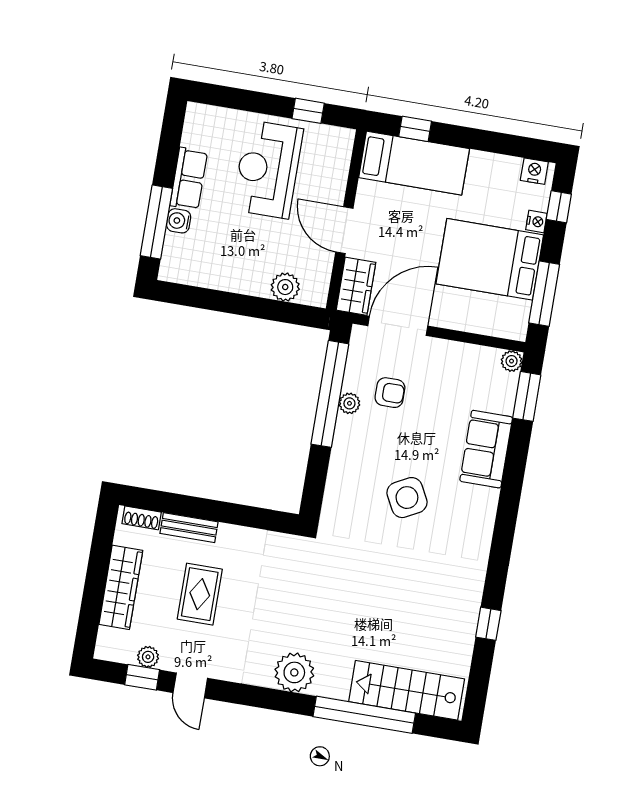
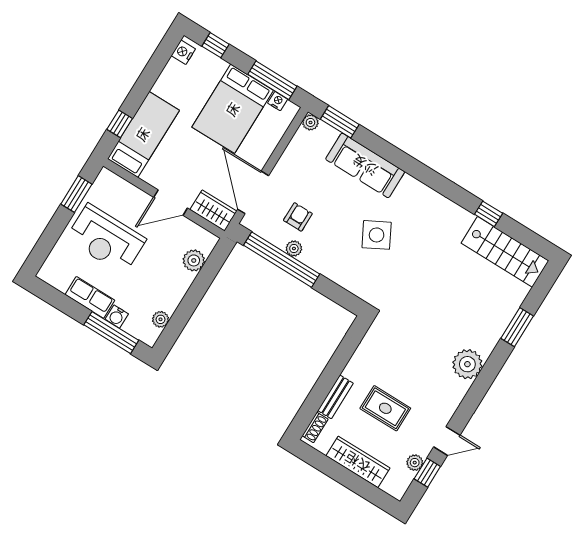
window: (308, 111) -> (76, 194), width x1.50
nightstand: (536, 222) -> (278, 101), moved
plant: (197, 276) -> (161, 319), added
sofa: (486, 449) -> (365, 165), width x1.36
stairs: (407, 690) -> (505, 252), moved, turned -90
window: (364, 715) -> (517, 327), width x0.47

